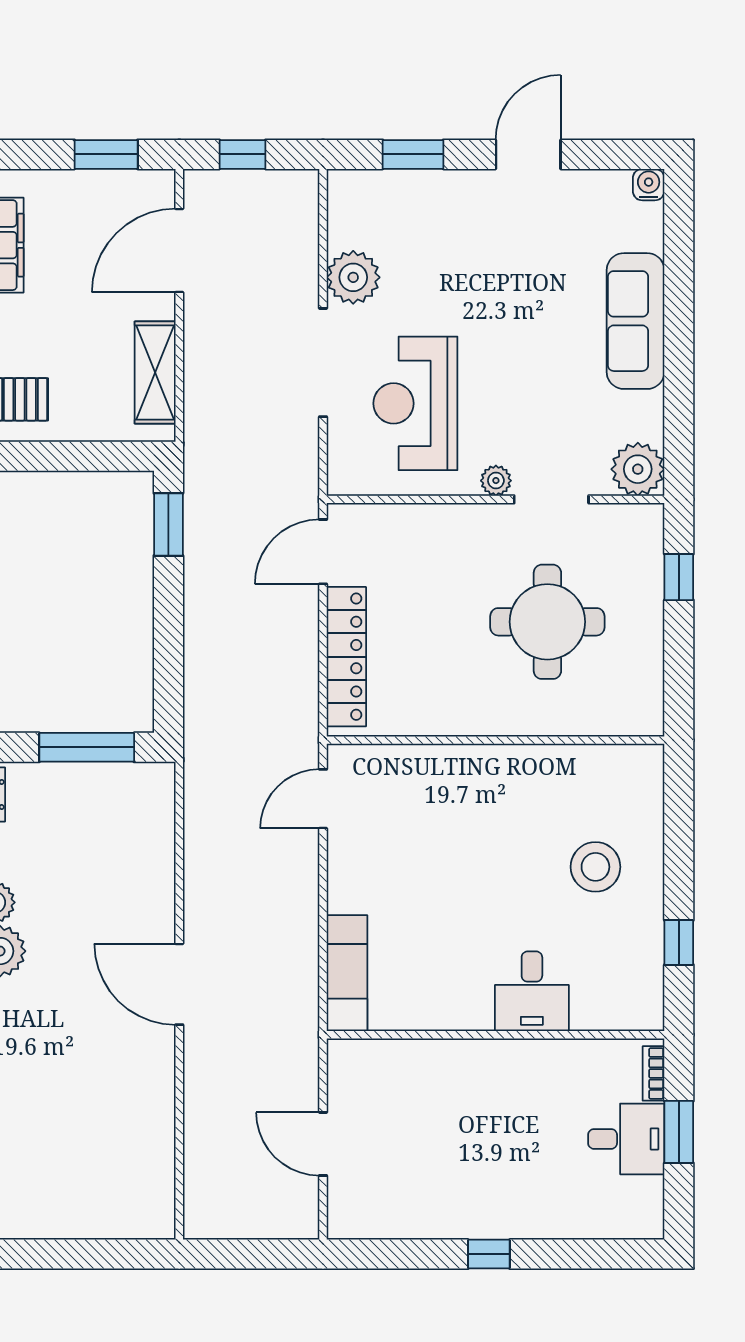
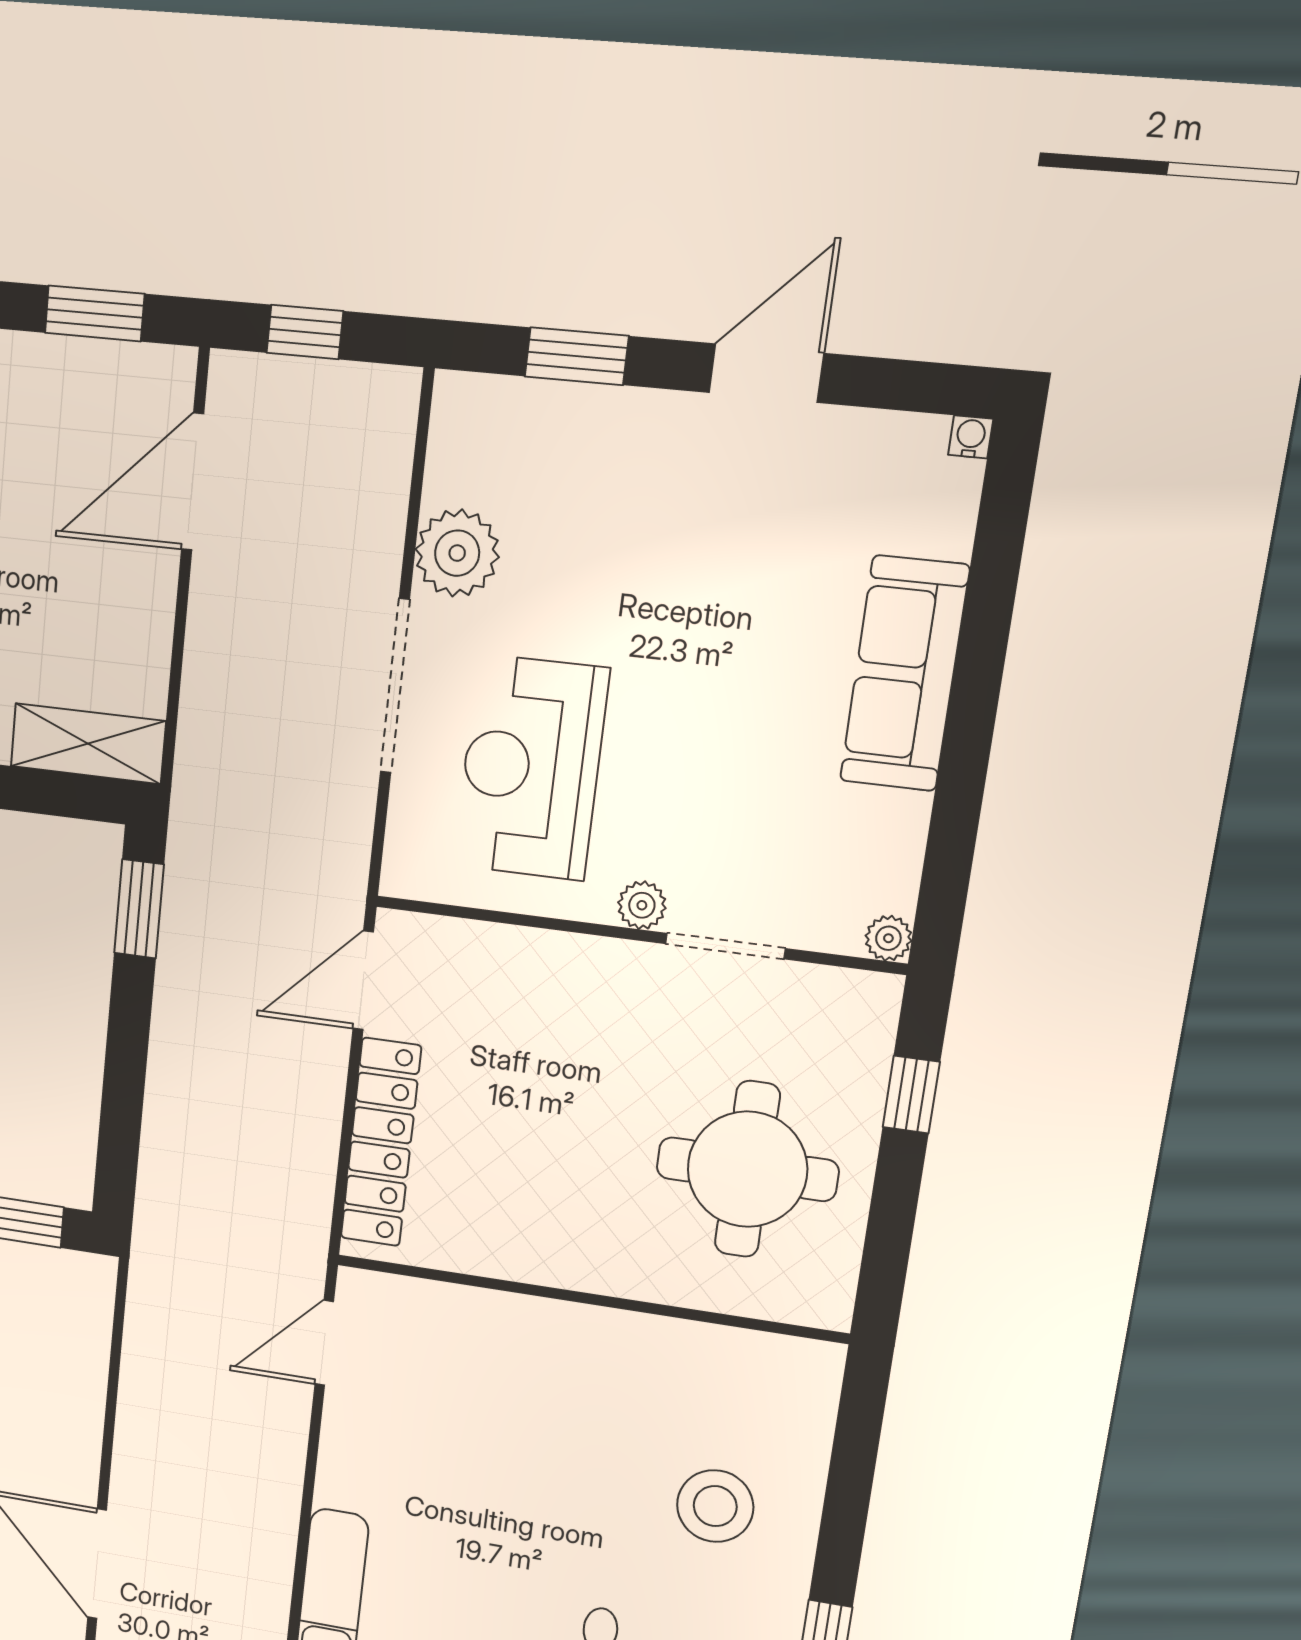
water cooler: (649, 185) -> (971, 437), width x0.72, depth x0.72
shelving: (155, 373) -> (88, 744), moved, turned 90
plant: (638, 469) -> (888, 938), width x0.53, depth x0.53
round table: (547, 622) -> (747, 1169), moved

